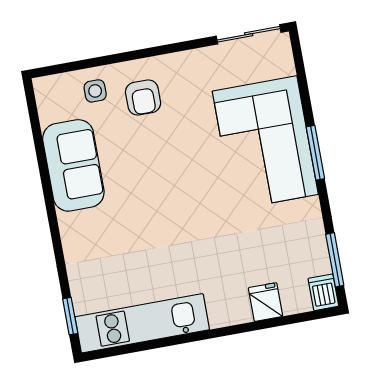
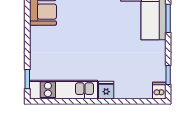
window: (335, 260) -> (168, 75), width x0.67
fridge: (265, 302) -> (106, 90), moved

